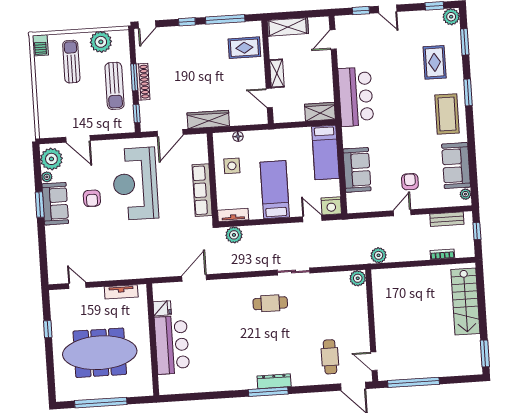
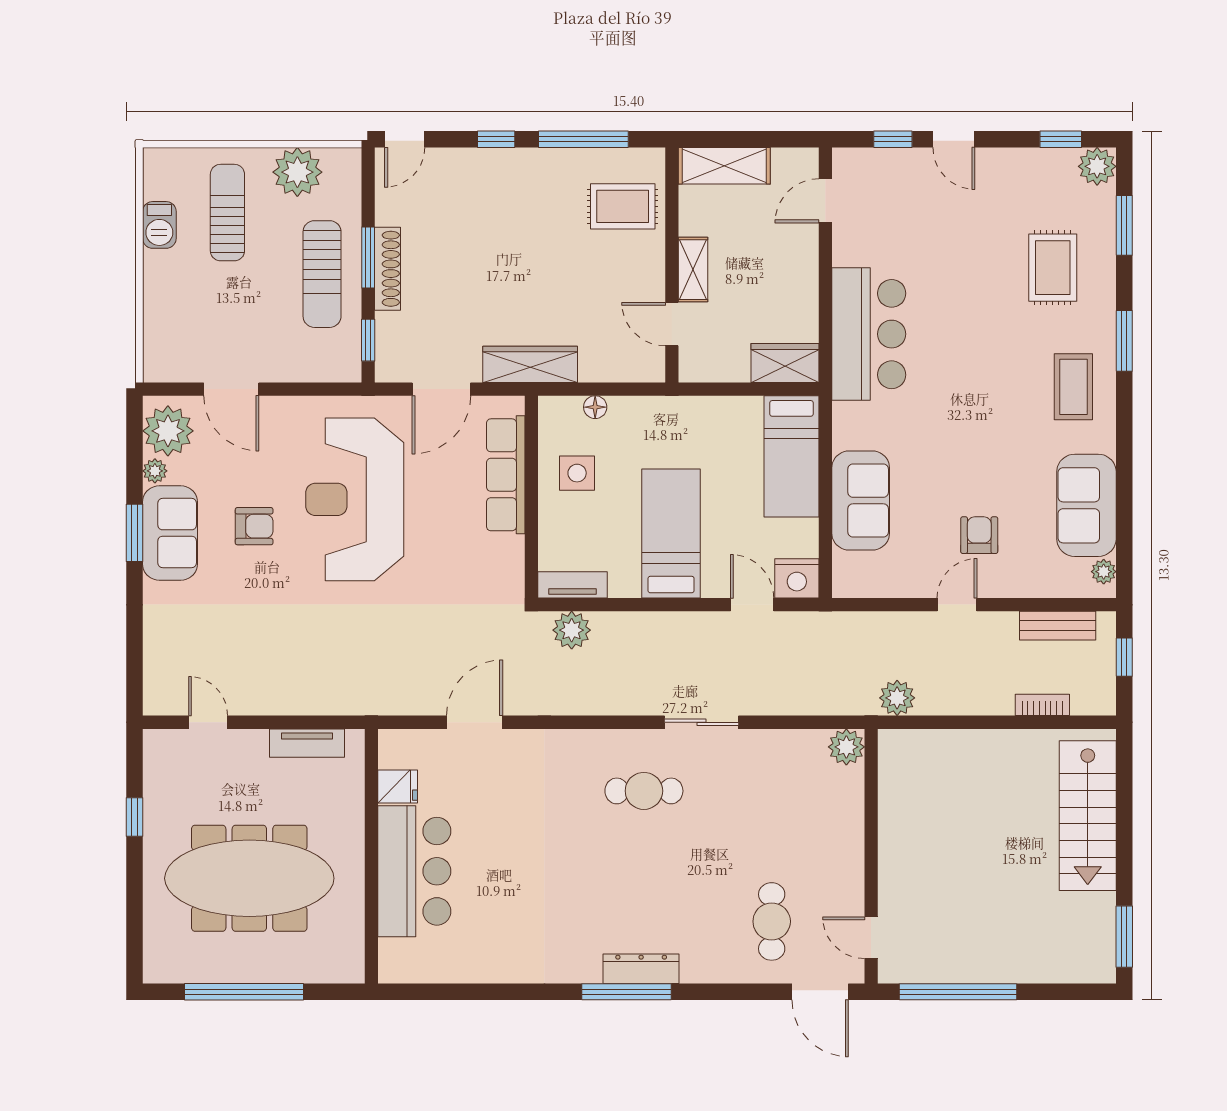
barbecue: (40, 45) -> (159, 225), moved
coffee table: (447, 114) -> (1073, 387), width x0.73, depth x0.76
row of seats: (202, 190) -> (506, 475), moved
armchair: (92, 198) -> (254, 526), turned -90

